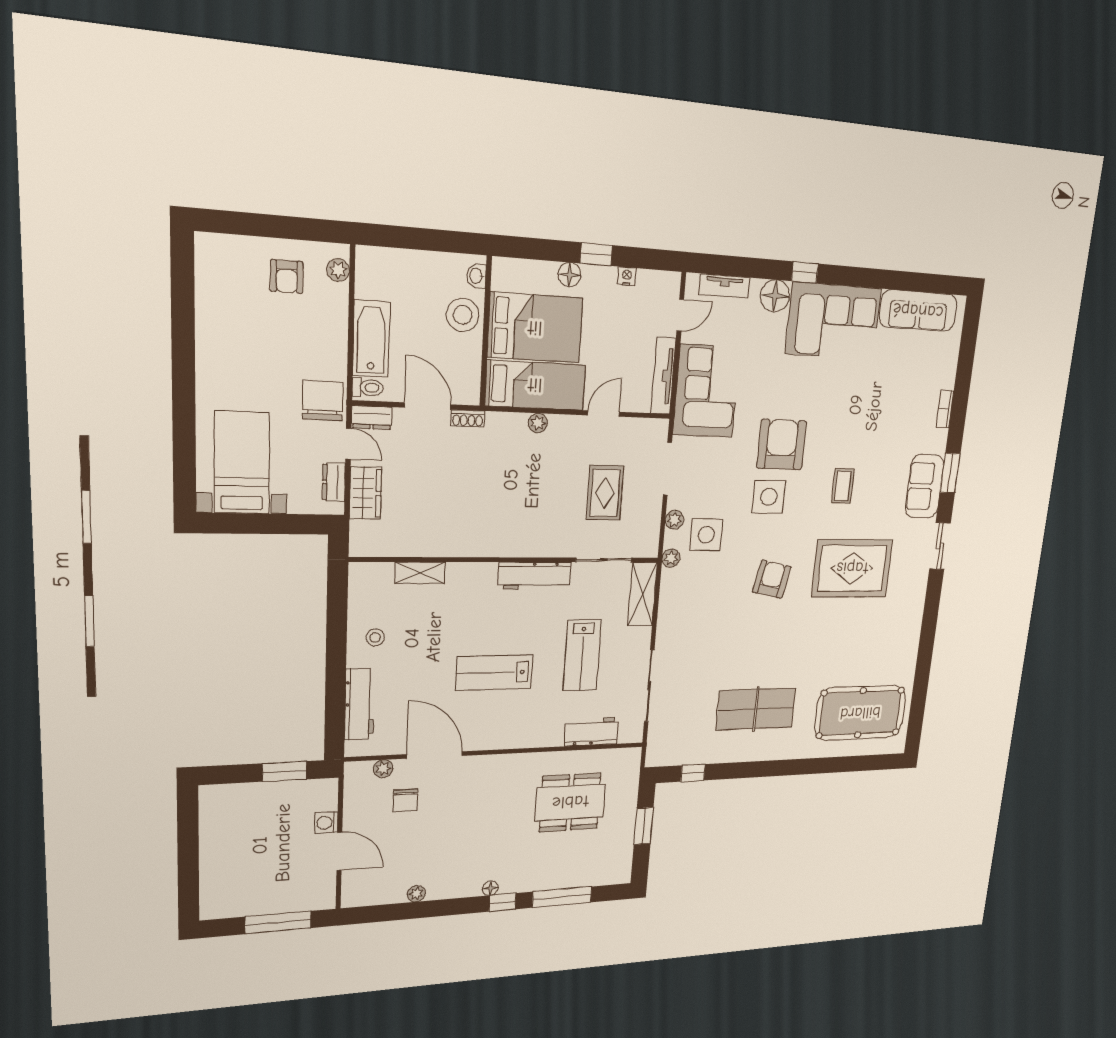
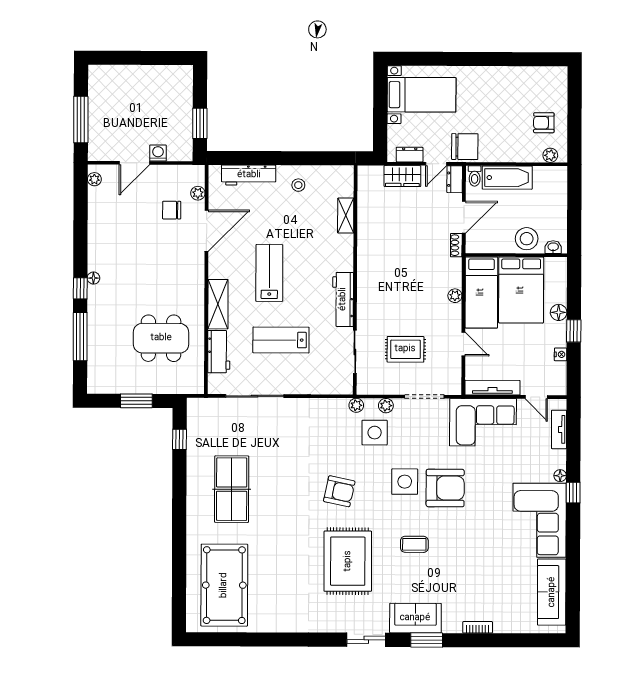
floor lamp: (775, 296) -> (560, 476), width x0.53, depth x0.53
shelving: (642, 594) -> (218, 304), moved, turned 90
dining table: (570, 802) -> (161, 338), turned 90
plant: (416, 894) -> (94, 179), moved

